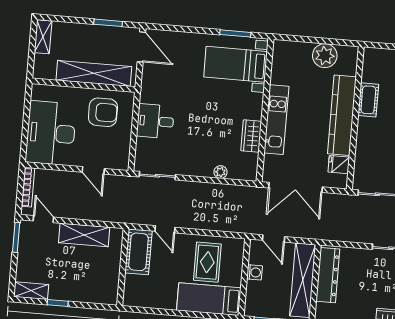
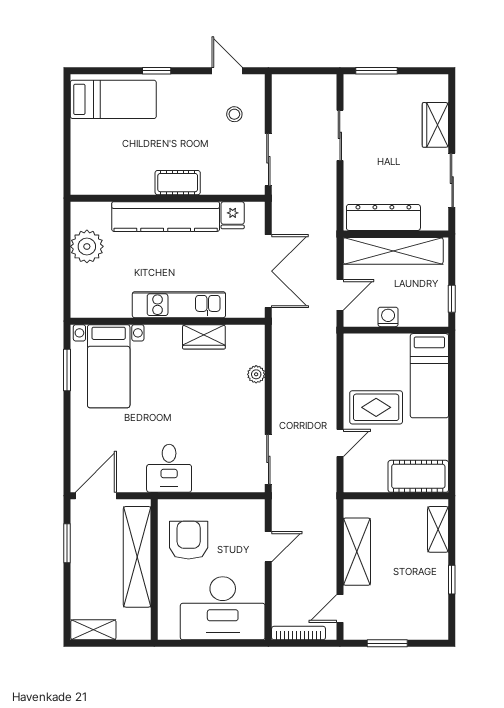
cot: (368, 100) -> (178, 183), moved
desk: (155, 121) -> (169, 468), moved
window: (16, 237) -> (387, 643), moved
cot: (138, 252) -> (418, 476), moved
rug: (207, 262) -> (376, 407), moved
shelving: (31, 291) -> (438, 529), moved

